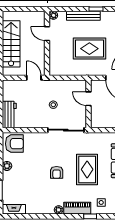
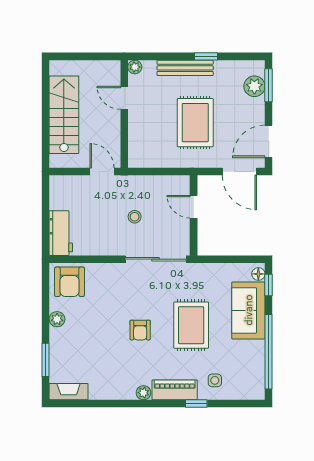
rug: (89, 49) -> (195, 123), turned 90
armchair: (14, 144) -> (69, 282), turned 90

